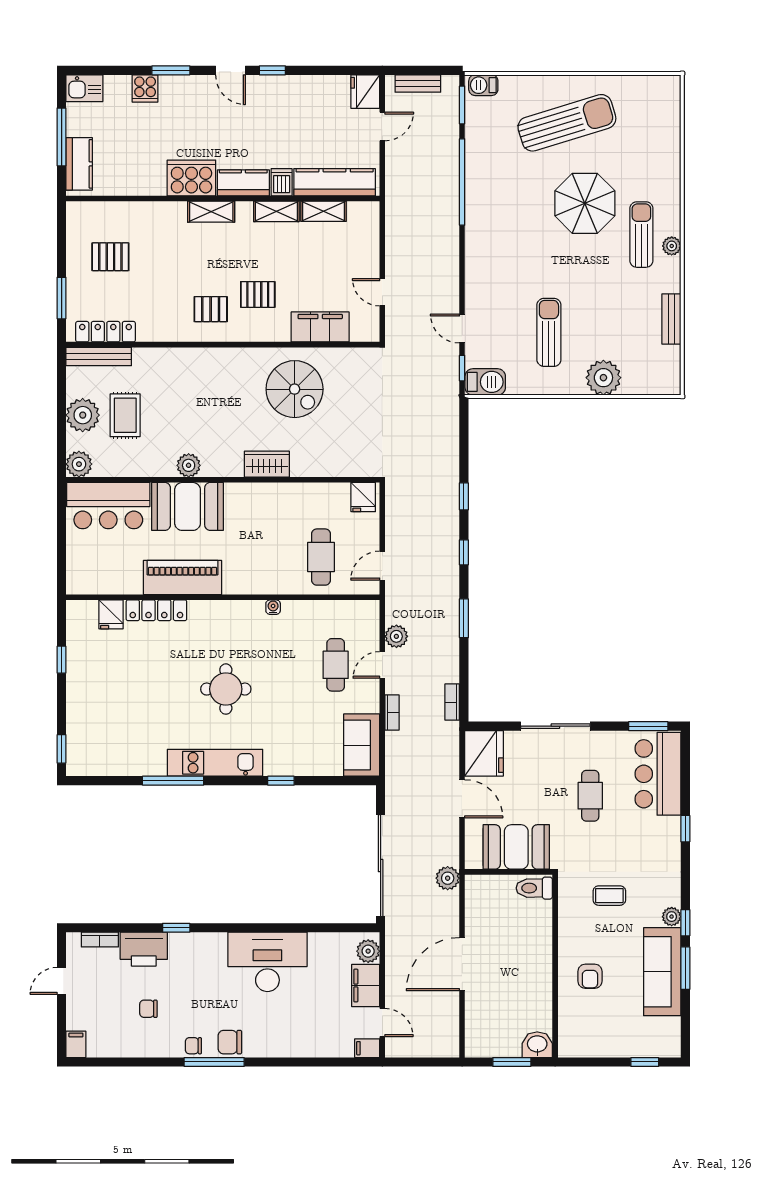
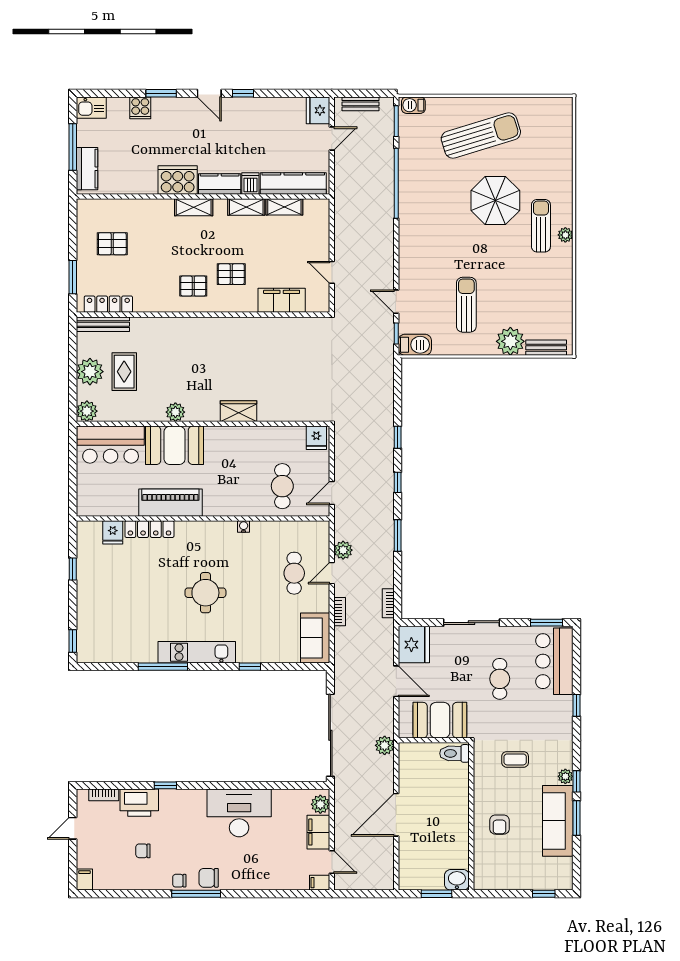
bench: (671, 319) -> (546, 348), moved, turned 90
spiral stairs: (295, 389) -> (261, 351), removed

